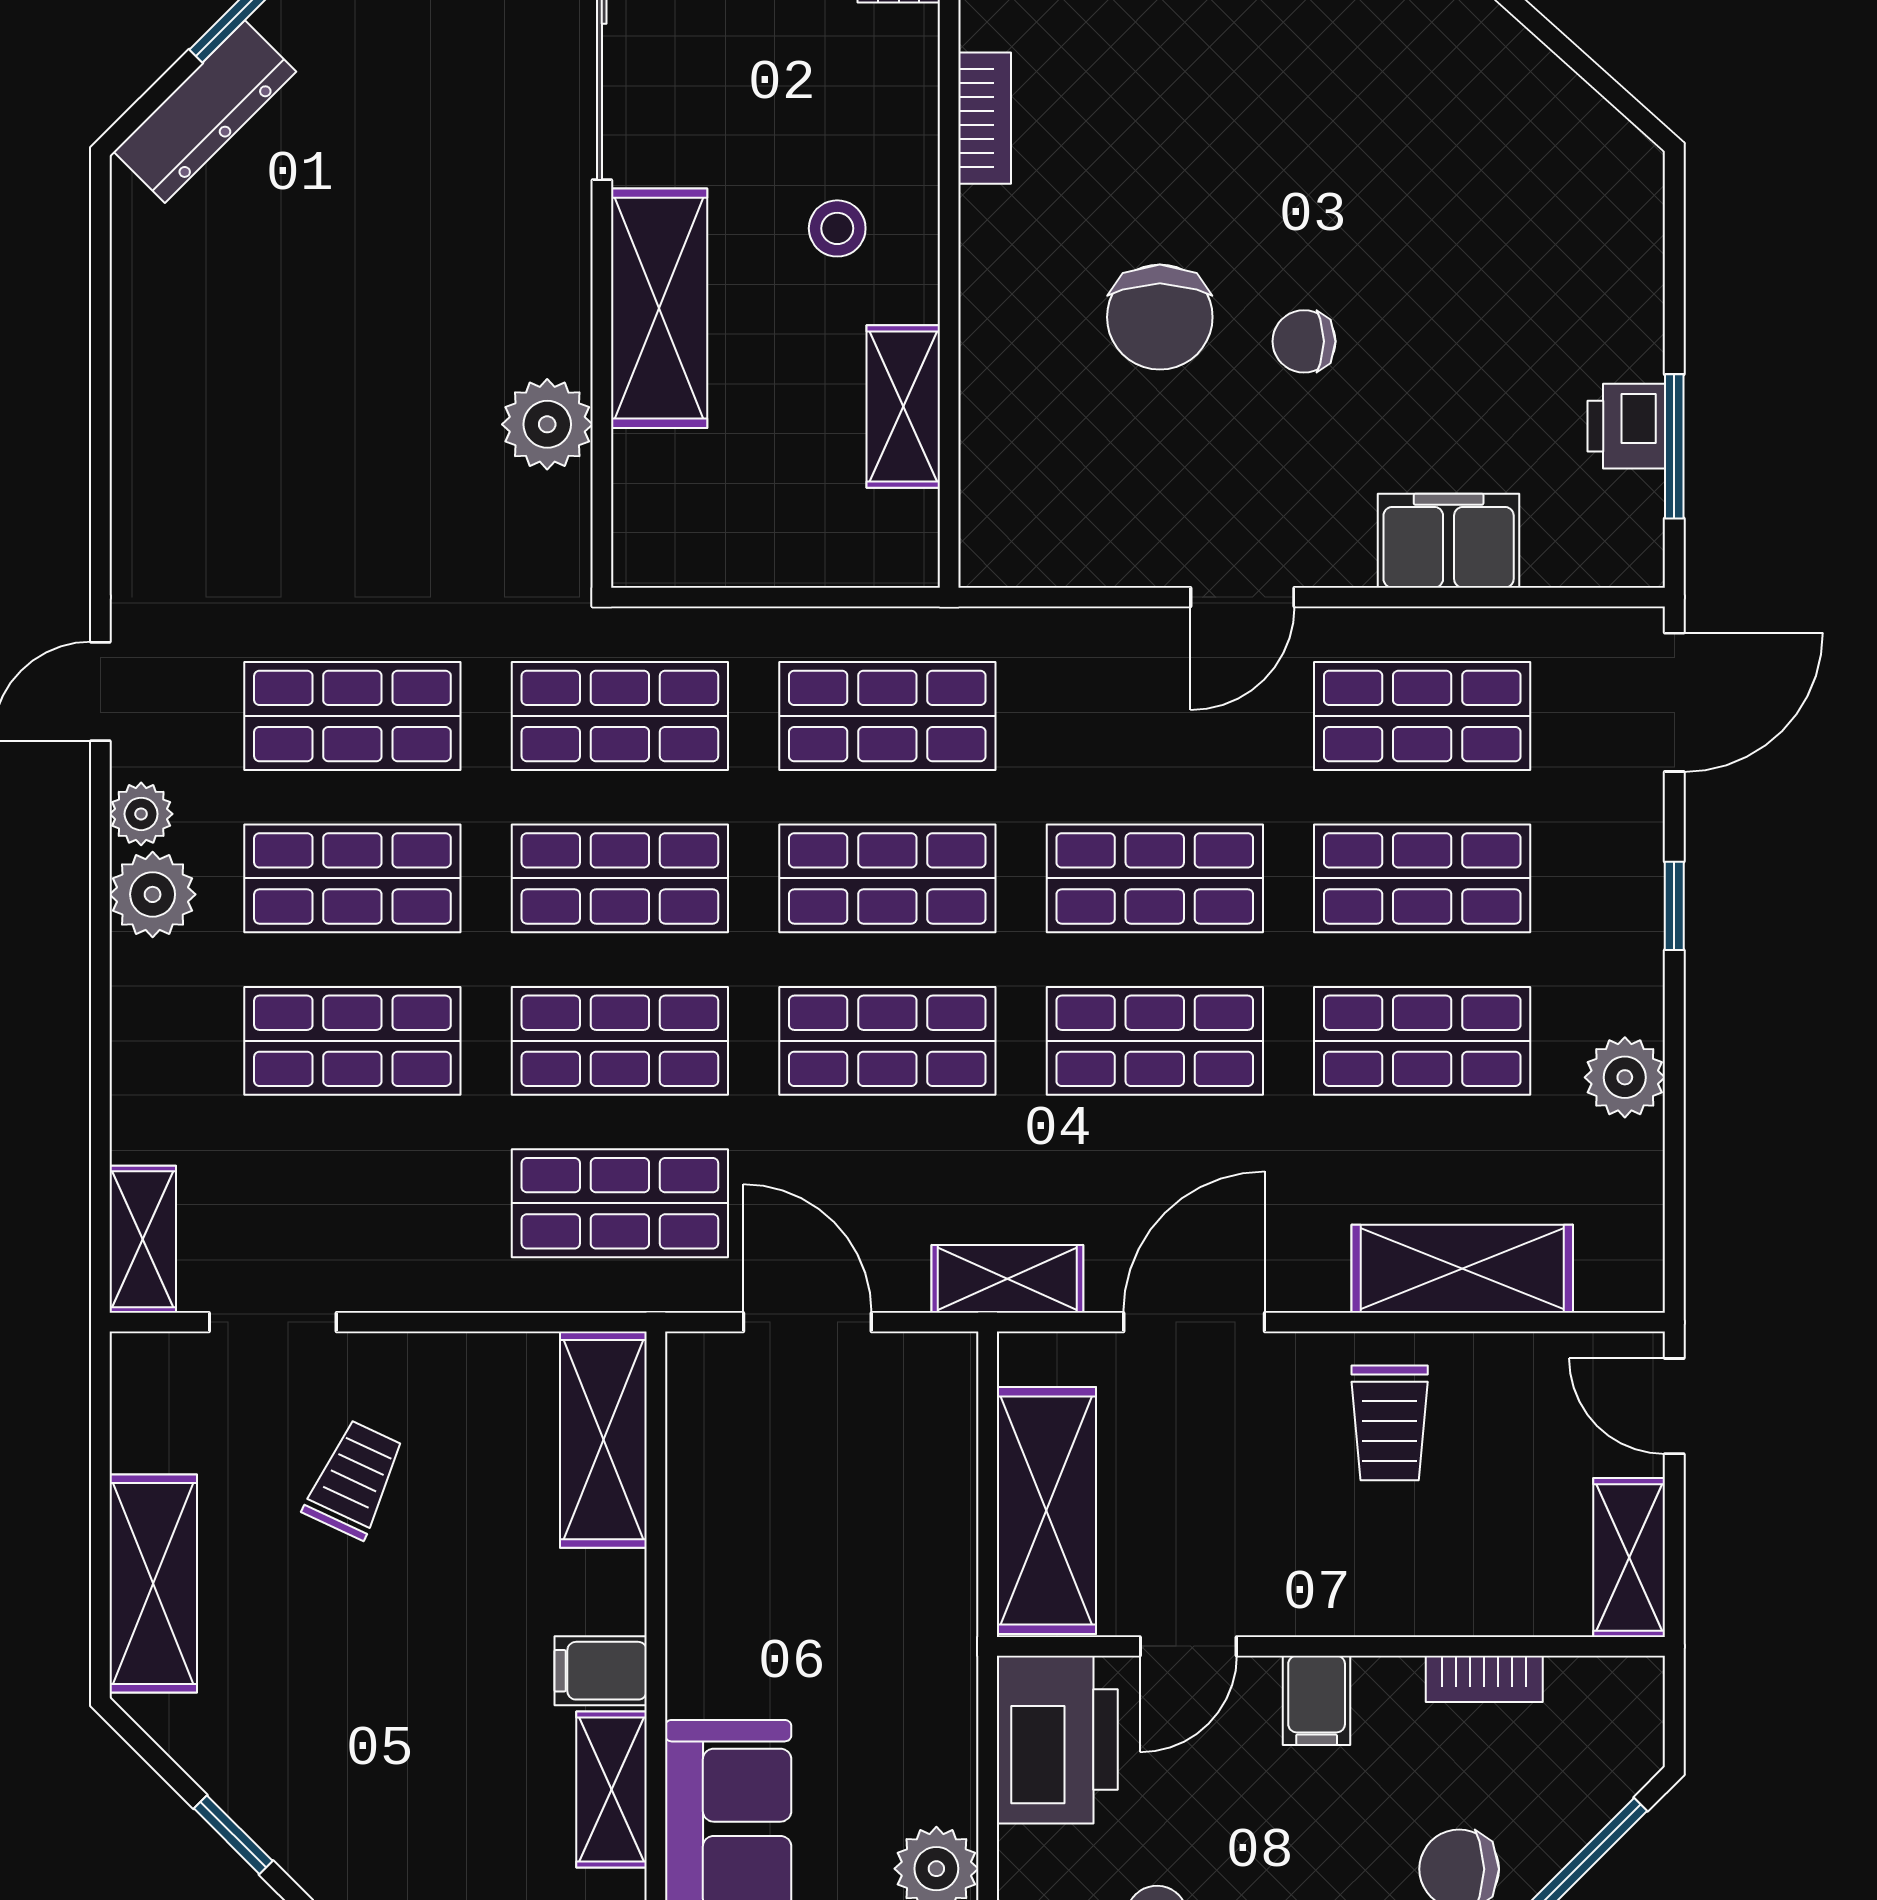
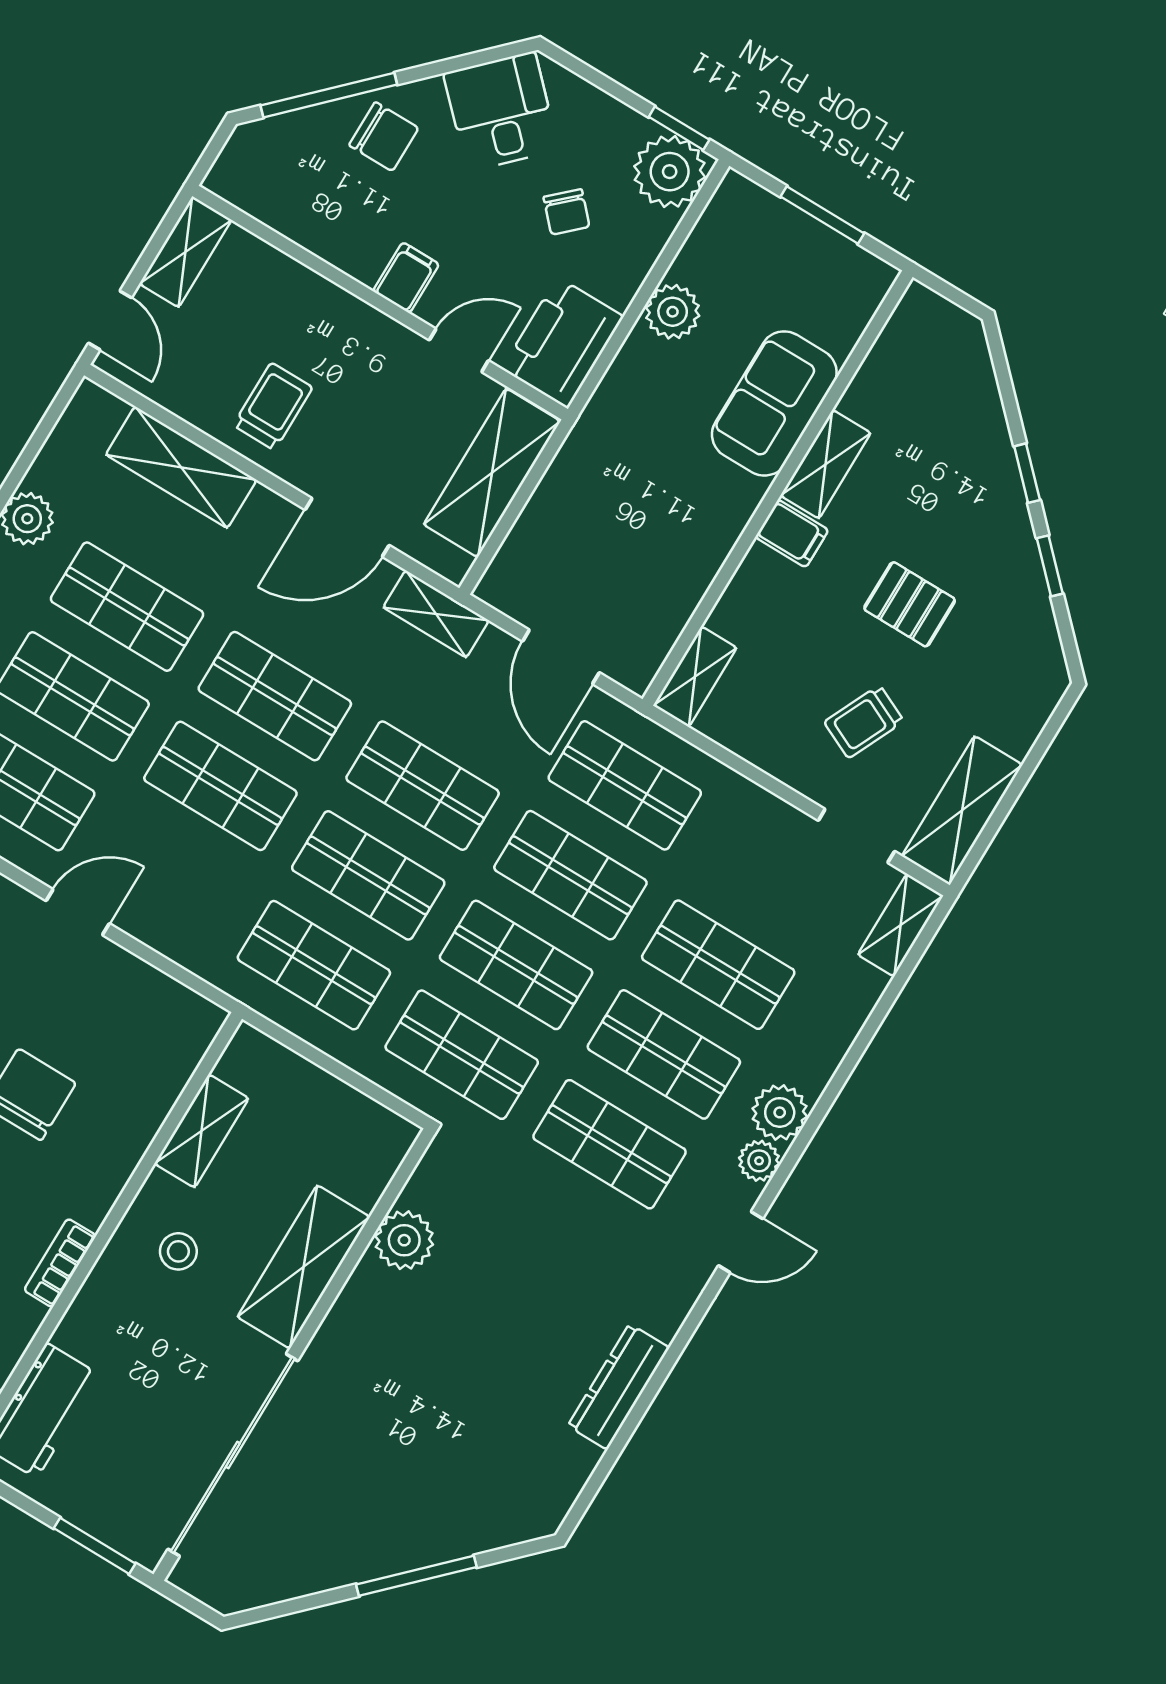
dresser: (205, 112) -> (619, 1387), moved, turned -45
shelving: (603, 1440) -> (695, 677), width x0.67, depth x0.75
shelving: (153, 1583) -> (962, 810), moved
pallet: (388, 1671) -> (910, 604), added
bookcase: (1484, 1679) -> (306, 233), removed

